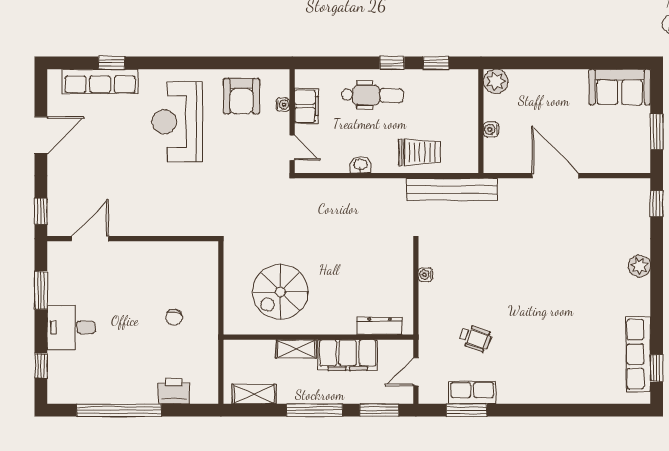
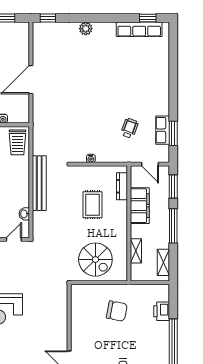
trolley: (420, 152) -> (17, 142), moved, turned 180
washbasin: (361, 165) -> (24, 214), moved
bench: (452, 189) -> (39, 183), moved
rug: (349, 277) -> (92, 205), added
spiral stairs: (280, 292) -> (95, 260), moved
chair: (174, 317) -> (117, 311), width x1.87, depth x1.87
shelving: (296, 349) -> (136, 251), moved

